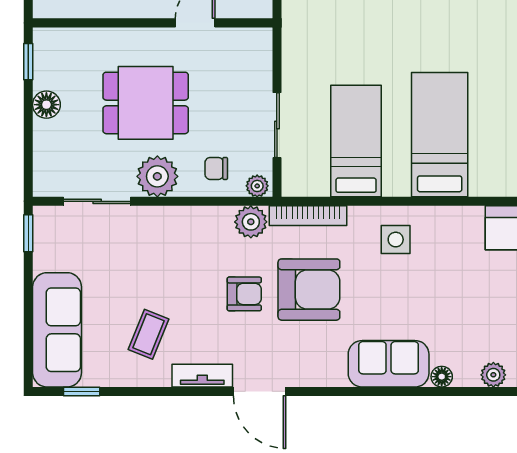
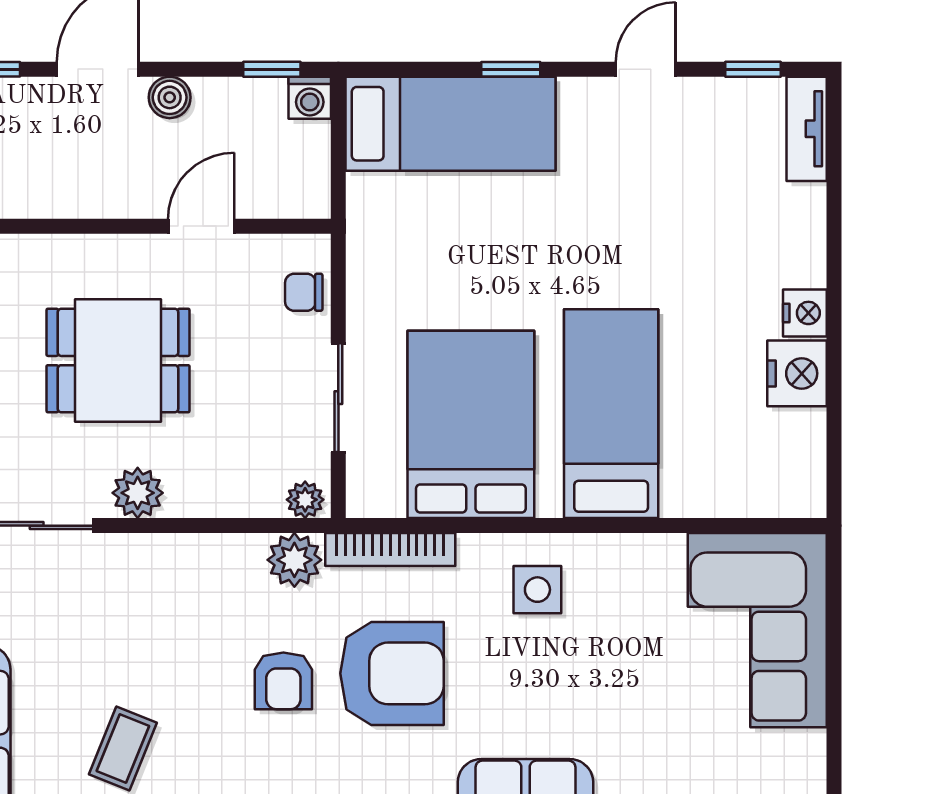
bed: (356, 141) -> (471, 424), width x1.50
chair: (216, 168) -> (304, 292), moved
plant: (157, 176) -> (138, 493), width x0.73, depth x0.73
armchair: (244, 294) -> (283, 681), turned 90

